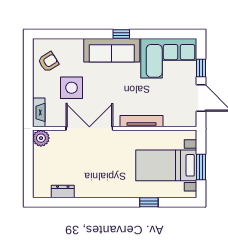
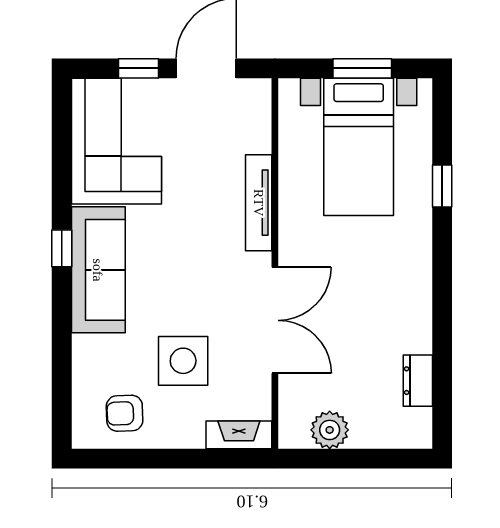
armchair: (48, 62) -> (125, 413), turned -60
double door: (89, 128) -> (275, 320), swing flipped
plant: (41, 138) -> (330, 430), moved

